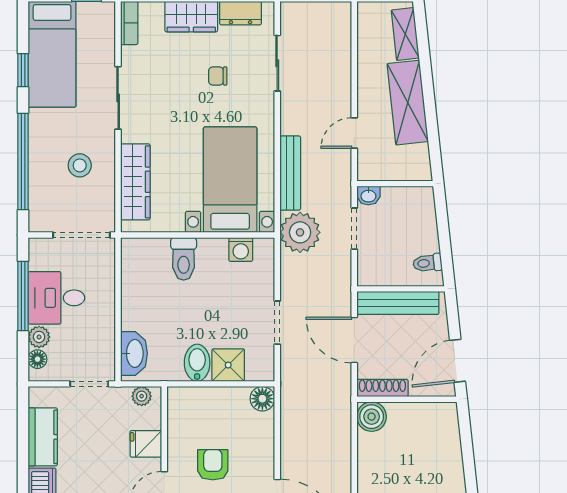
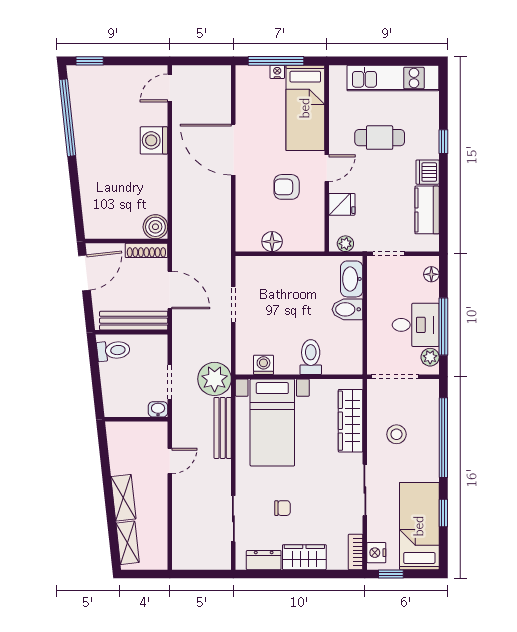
nightstand: (104, 22) -> (376, 553), added
shelving: (408, 103) -> (123, 498), width x0.67, depth x0.75
toilet: (428, 263) -> (113, 350), width x1.37, depth x1.39
plant: (39, 337) -> (430, 357), moved
bidet: (197, 363) -> (347, 309), moved, turned 90
shower: (228, 365) -> (274, 269), removed
floor lamp: (262, 399) -> (272, 242), moved
armchair: (213, 465) -> (287, 187), turned 90

